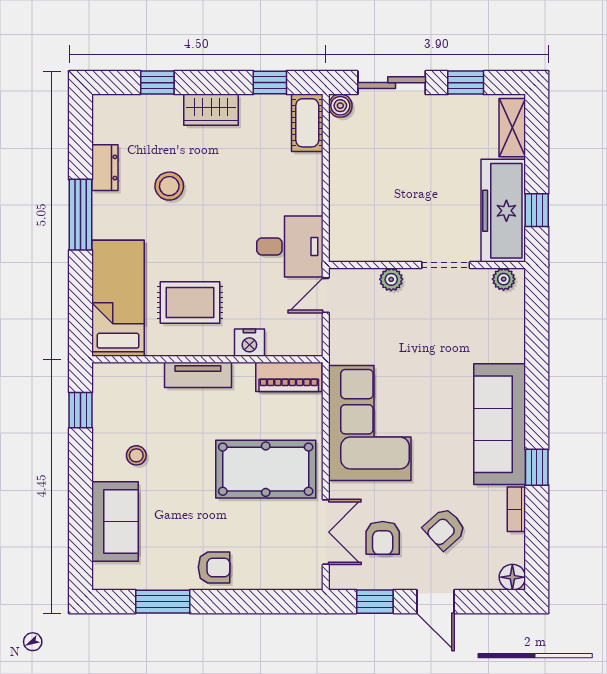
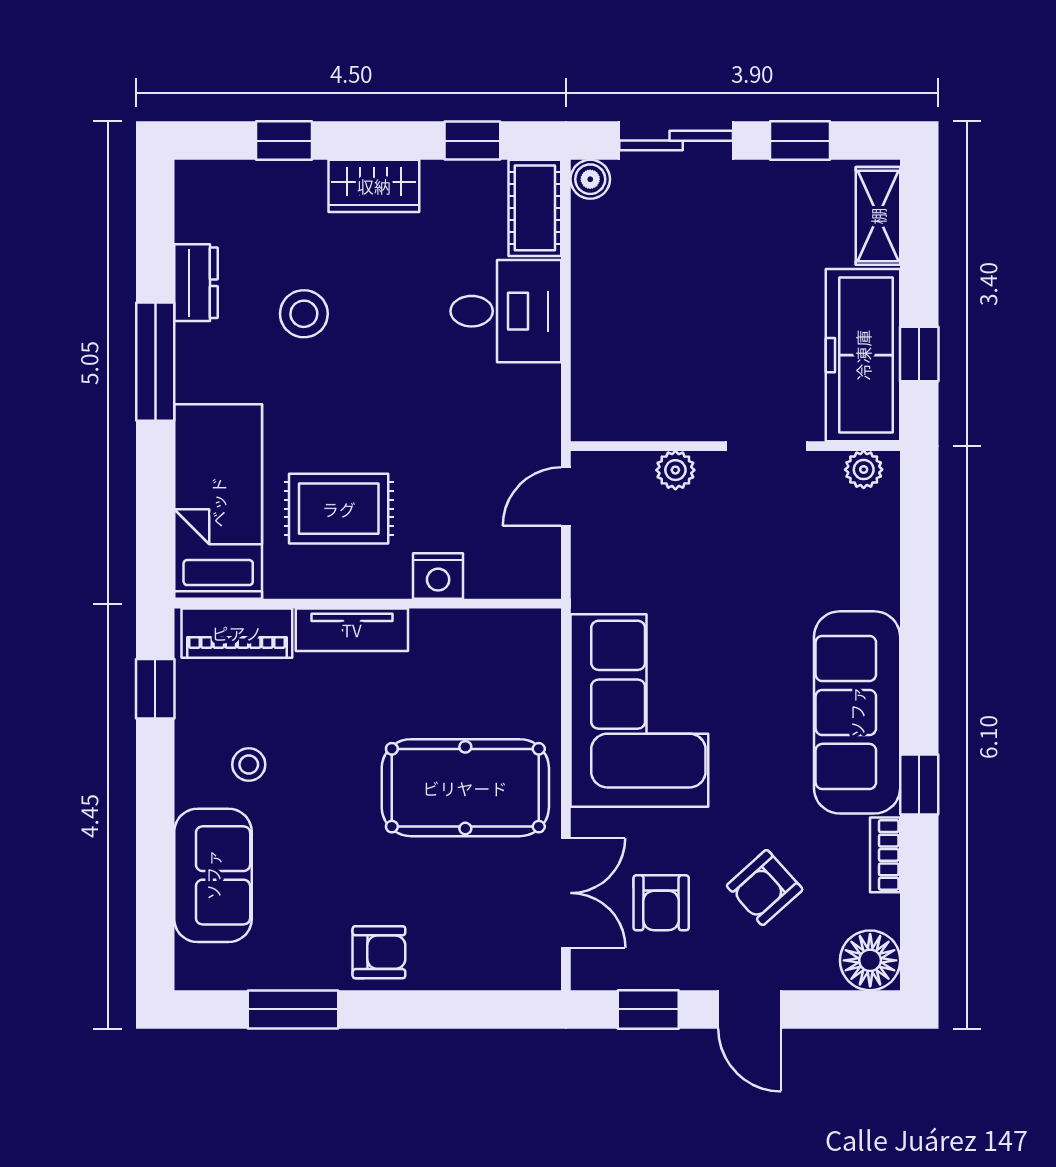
desk: (290, 246) -> (506, 311), moved
piano: (289, 377) -> (237, 633), moved
floor lamp: (512, 577) -> (870, 960), width x1.38, depth x1.38

